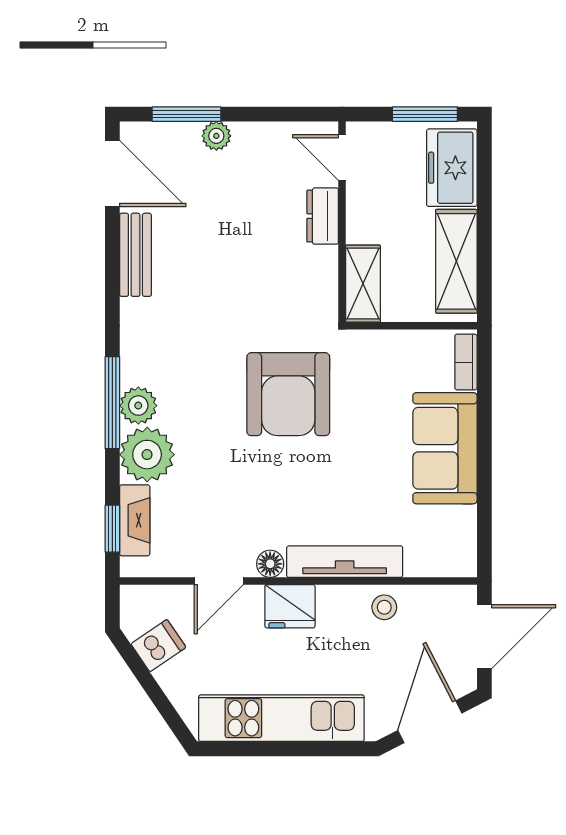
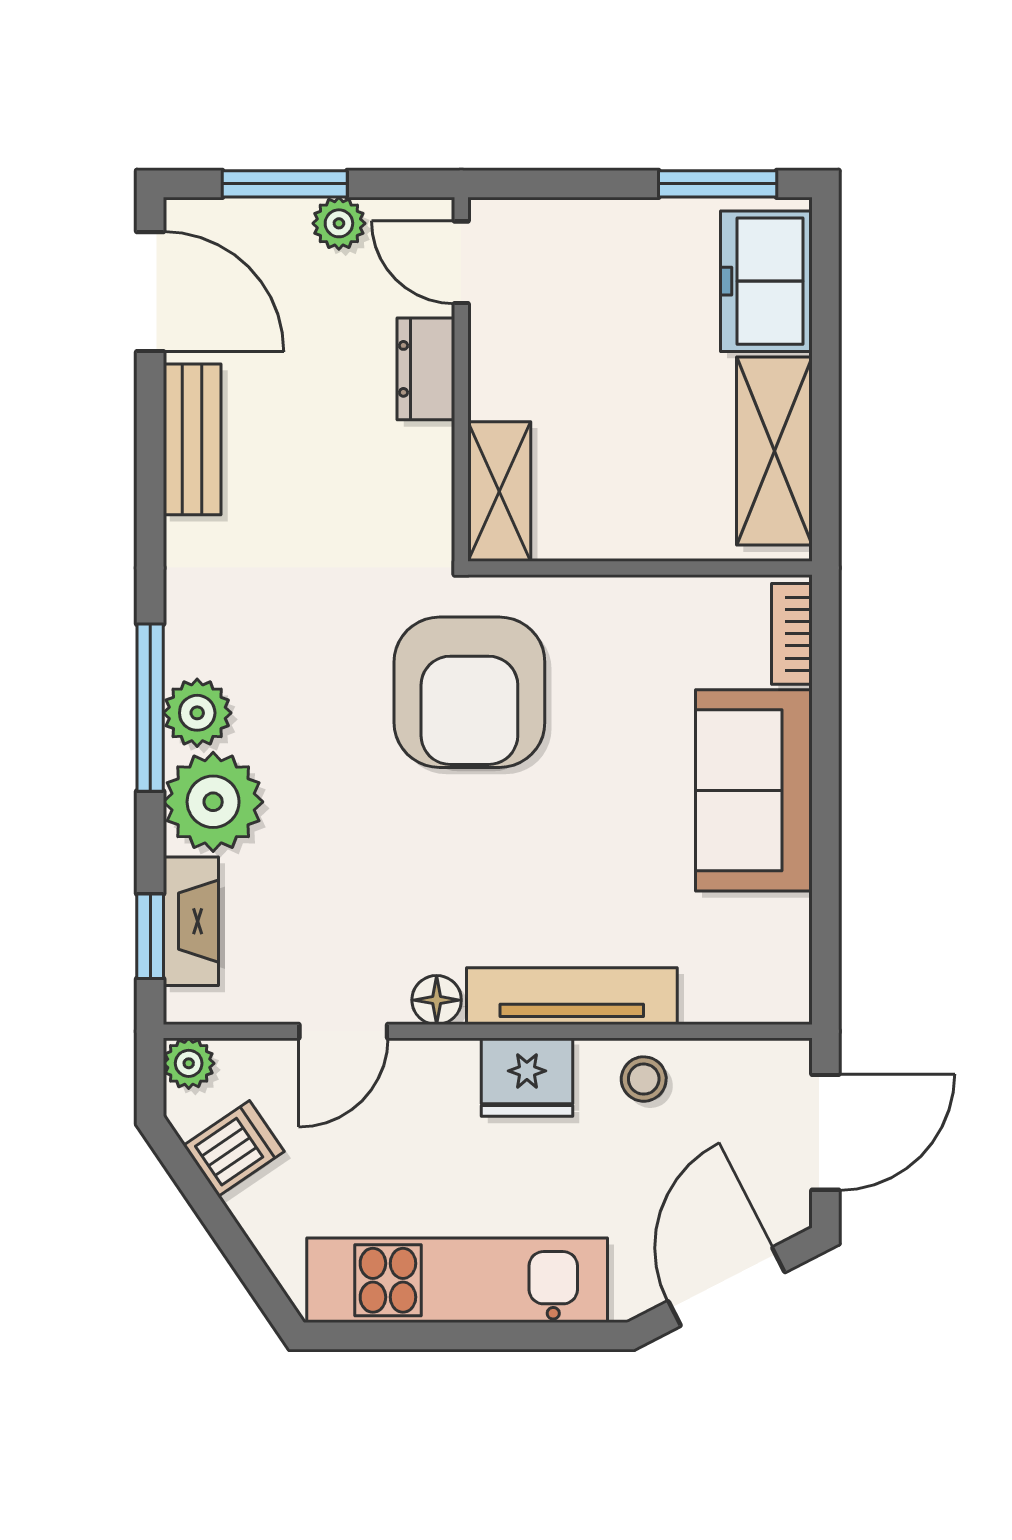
door: (342, 157) -> (461, 262), moved
dresser: (323, 216) -> (426, 369), moved
wall: (342, 222) -> (461, 379), moved
shelving: (363, 284) -> (499, 491), moved
plant: (134, 599) -> (189, 1063), added
fridge: (290, 606) -> (527, 1077), moved

